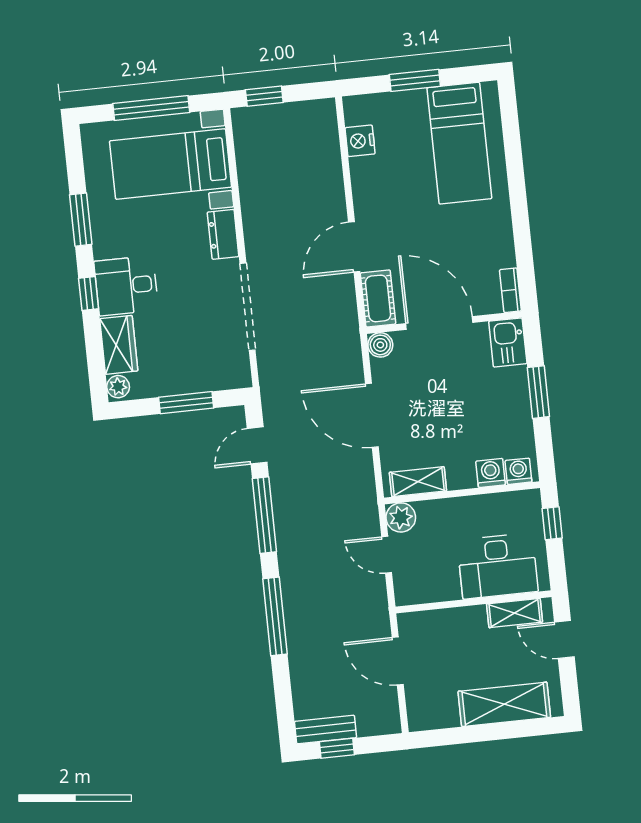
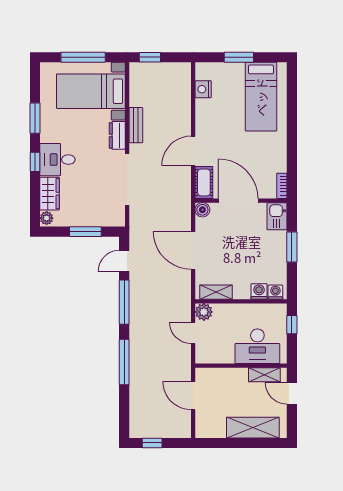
bench: (326, 729) -> (136, 125), moved, turned 90

